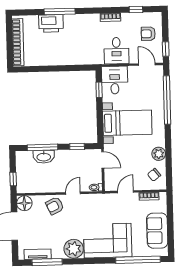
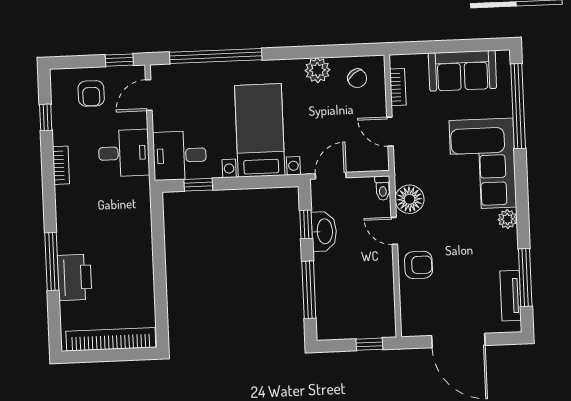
washbasin: (44, 157) -> (324, 231), moved
floor lamp: (24, 203) -> (410, 199), moved
armchair: (55, 206) -> (419, 265), turned -64
plant: (74, 249) -> (507, 219), width x0.53, depth x0.53

